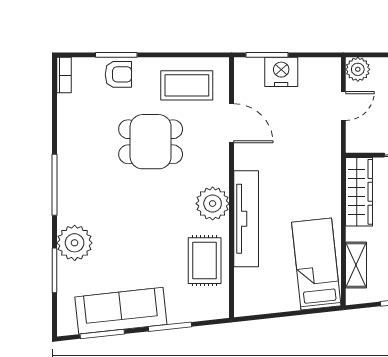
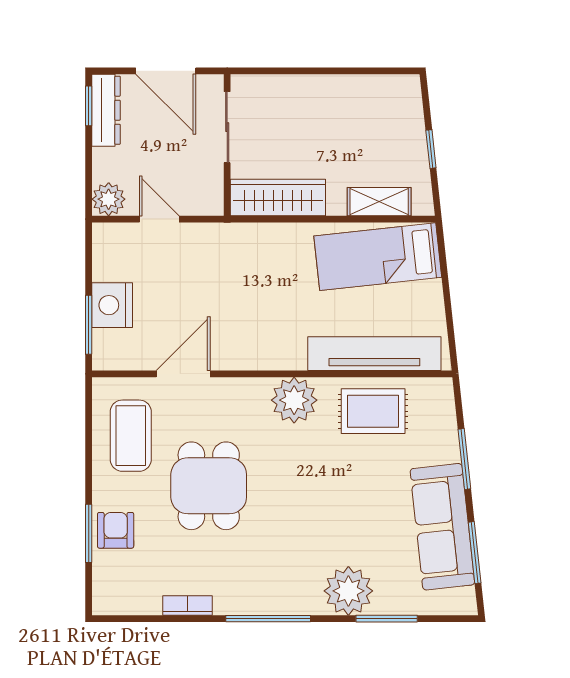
bookcase: (64, 75) -> (188, 606), moved
tv unit: (246, 219) -> (374, 354), moved

